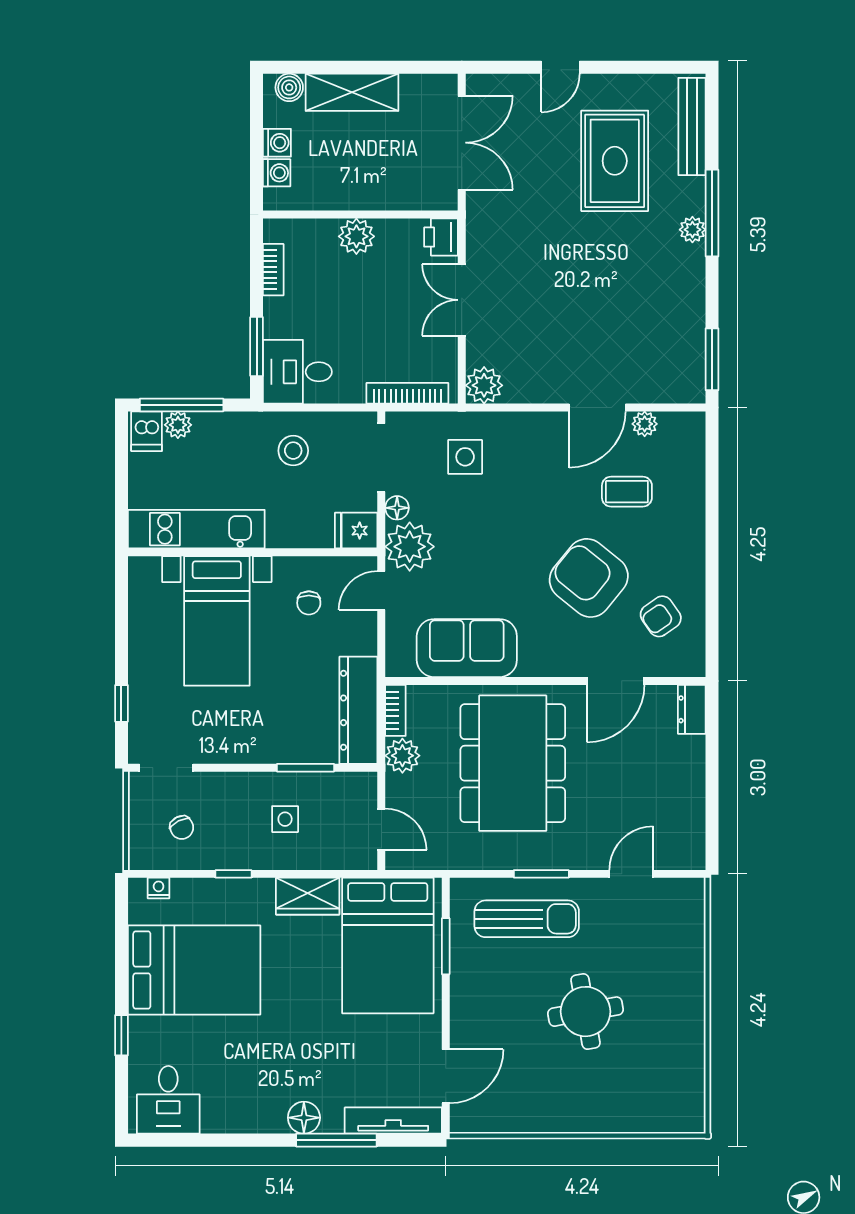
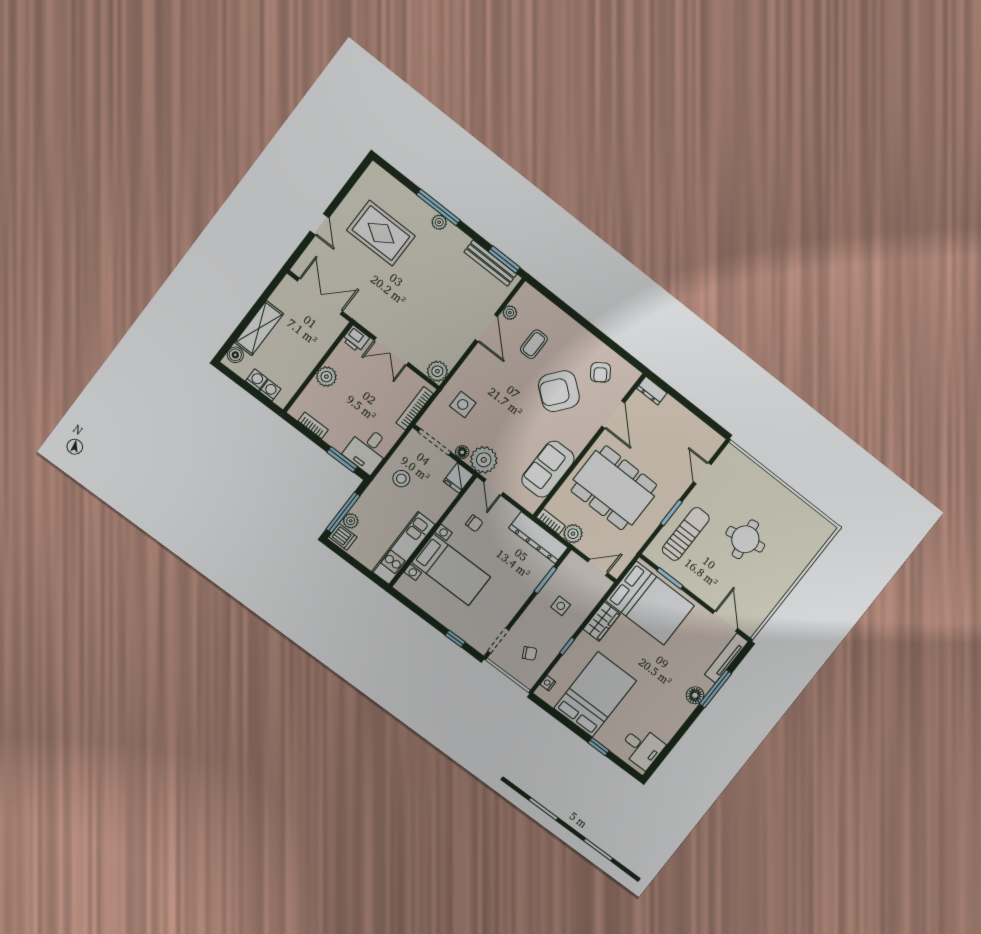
bench: (692, 126) -> (490, 263), moved

